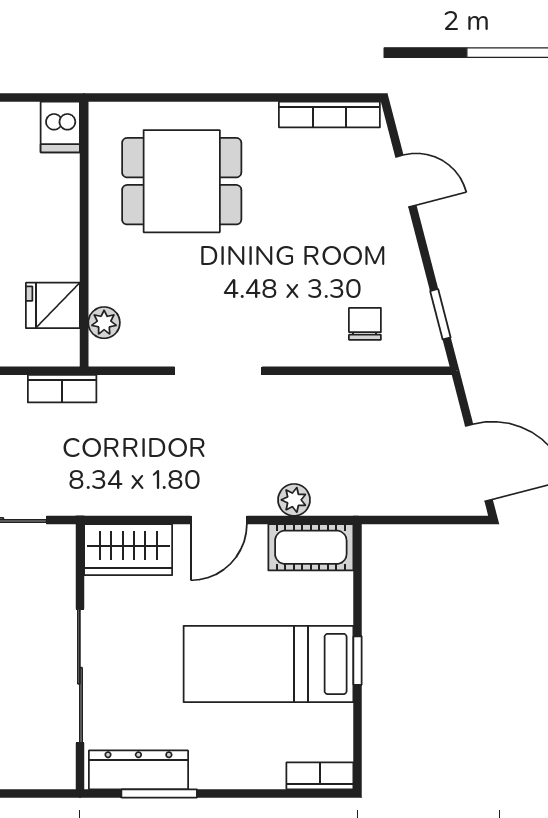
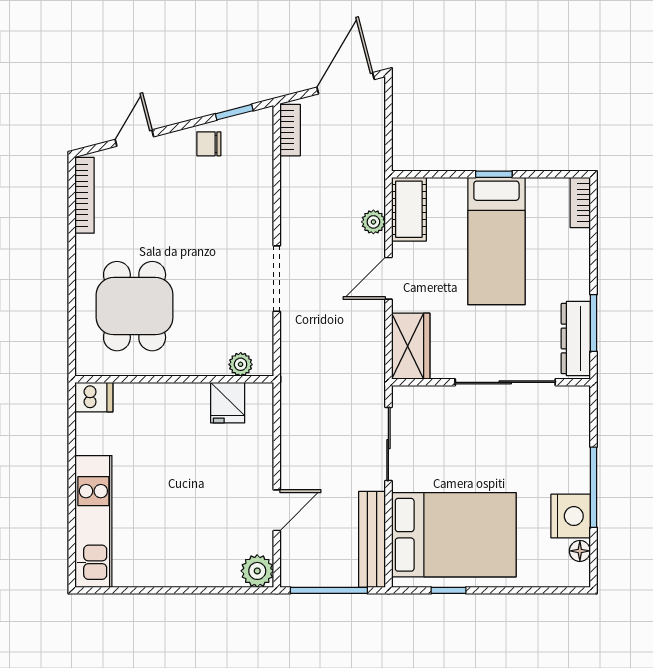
chair: (365, 324) -> (209, 144), moved
bookcase: (62, 389) -> (290, 130), moved
door: (219, 520) -> (388, 278), swing flipped

